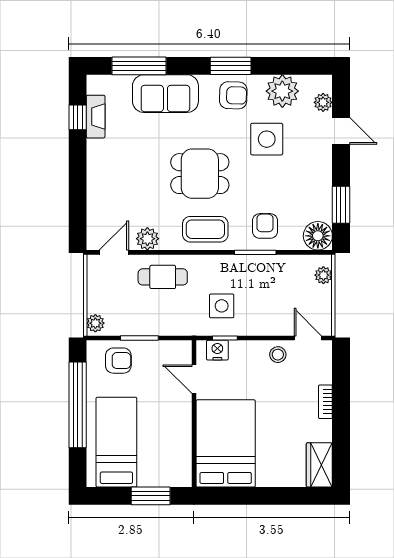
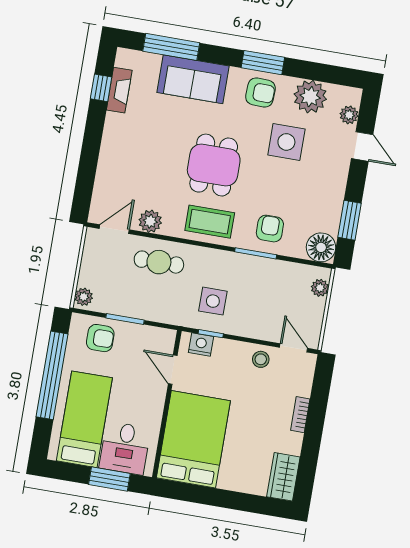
dining table: (200, 174) -> (214, 165), turned 90
desk: (161, 463) -> (125, 448), added

